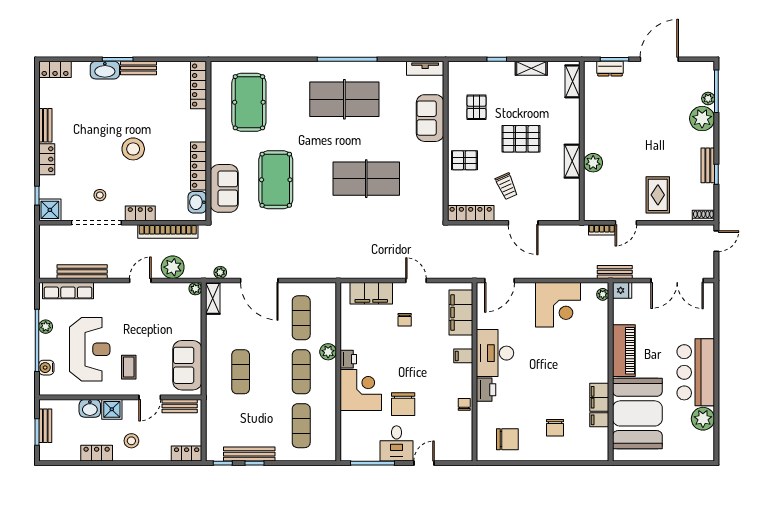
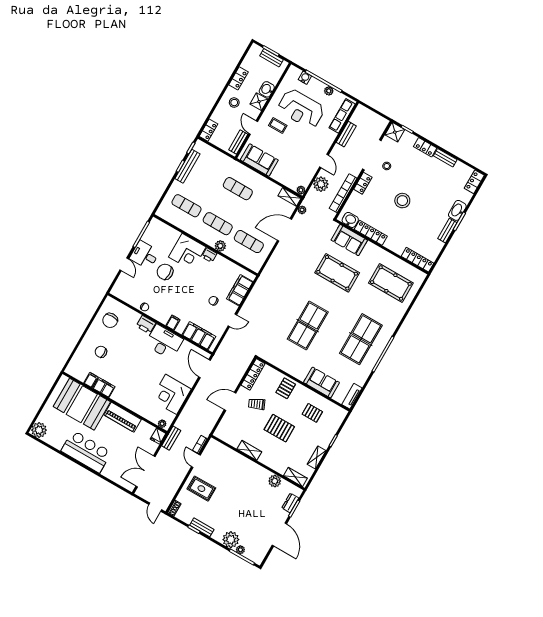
pallet: (521, 139) -> (279, 428), turned 90
plant: (593, 163) -> (275, 481), moved
bench: (82, 272) -> (346, 134), width x0.73
plant: (703, 419) -> (39, 430), moved

